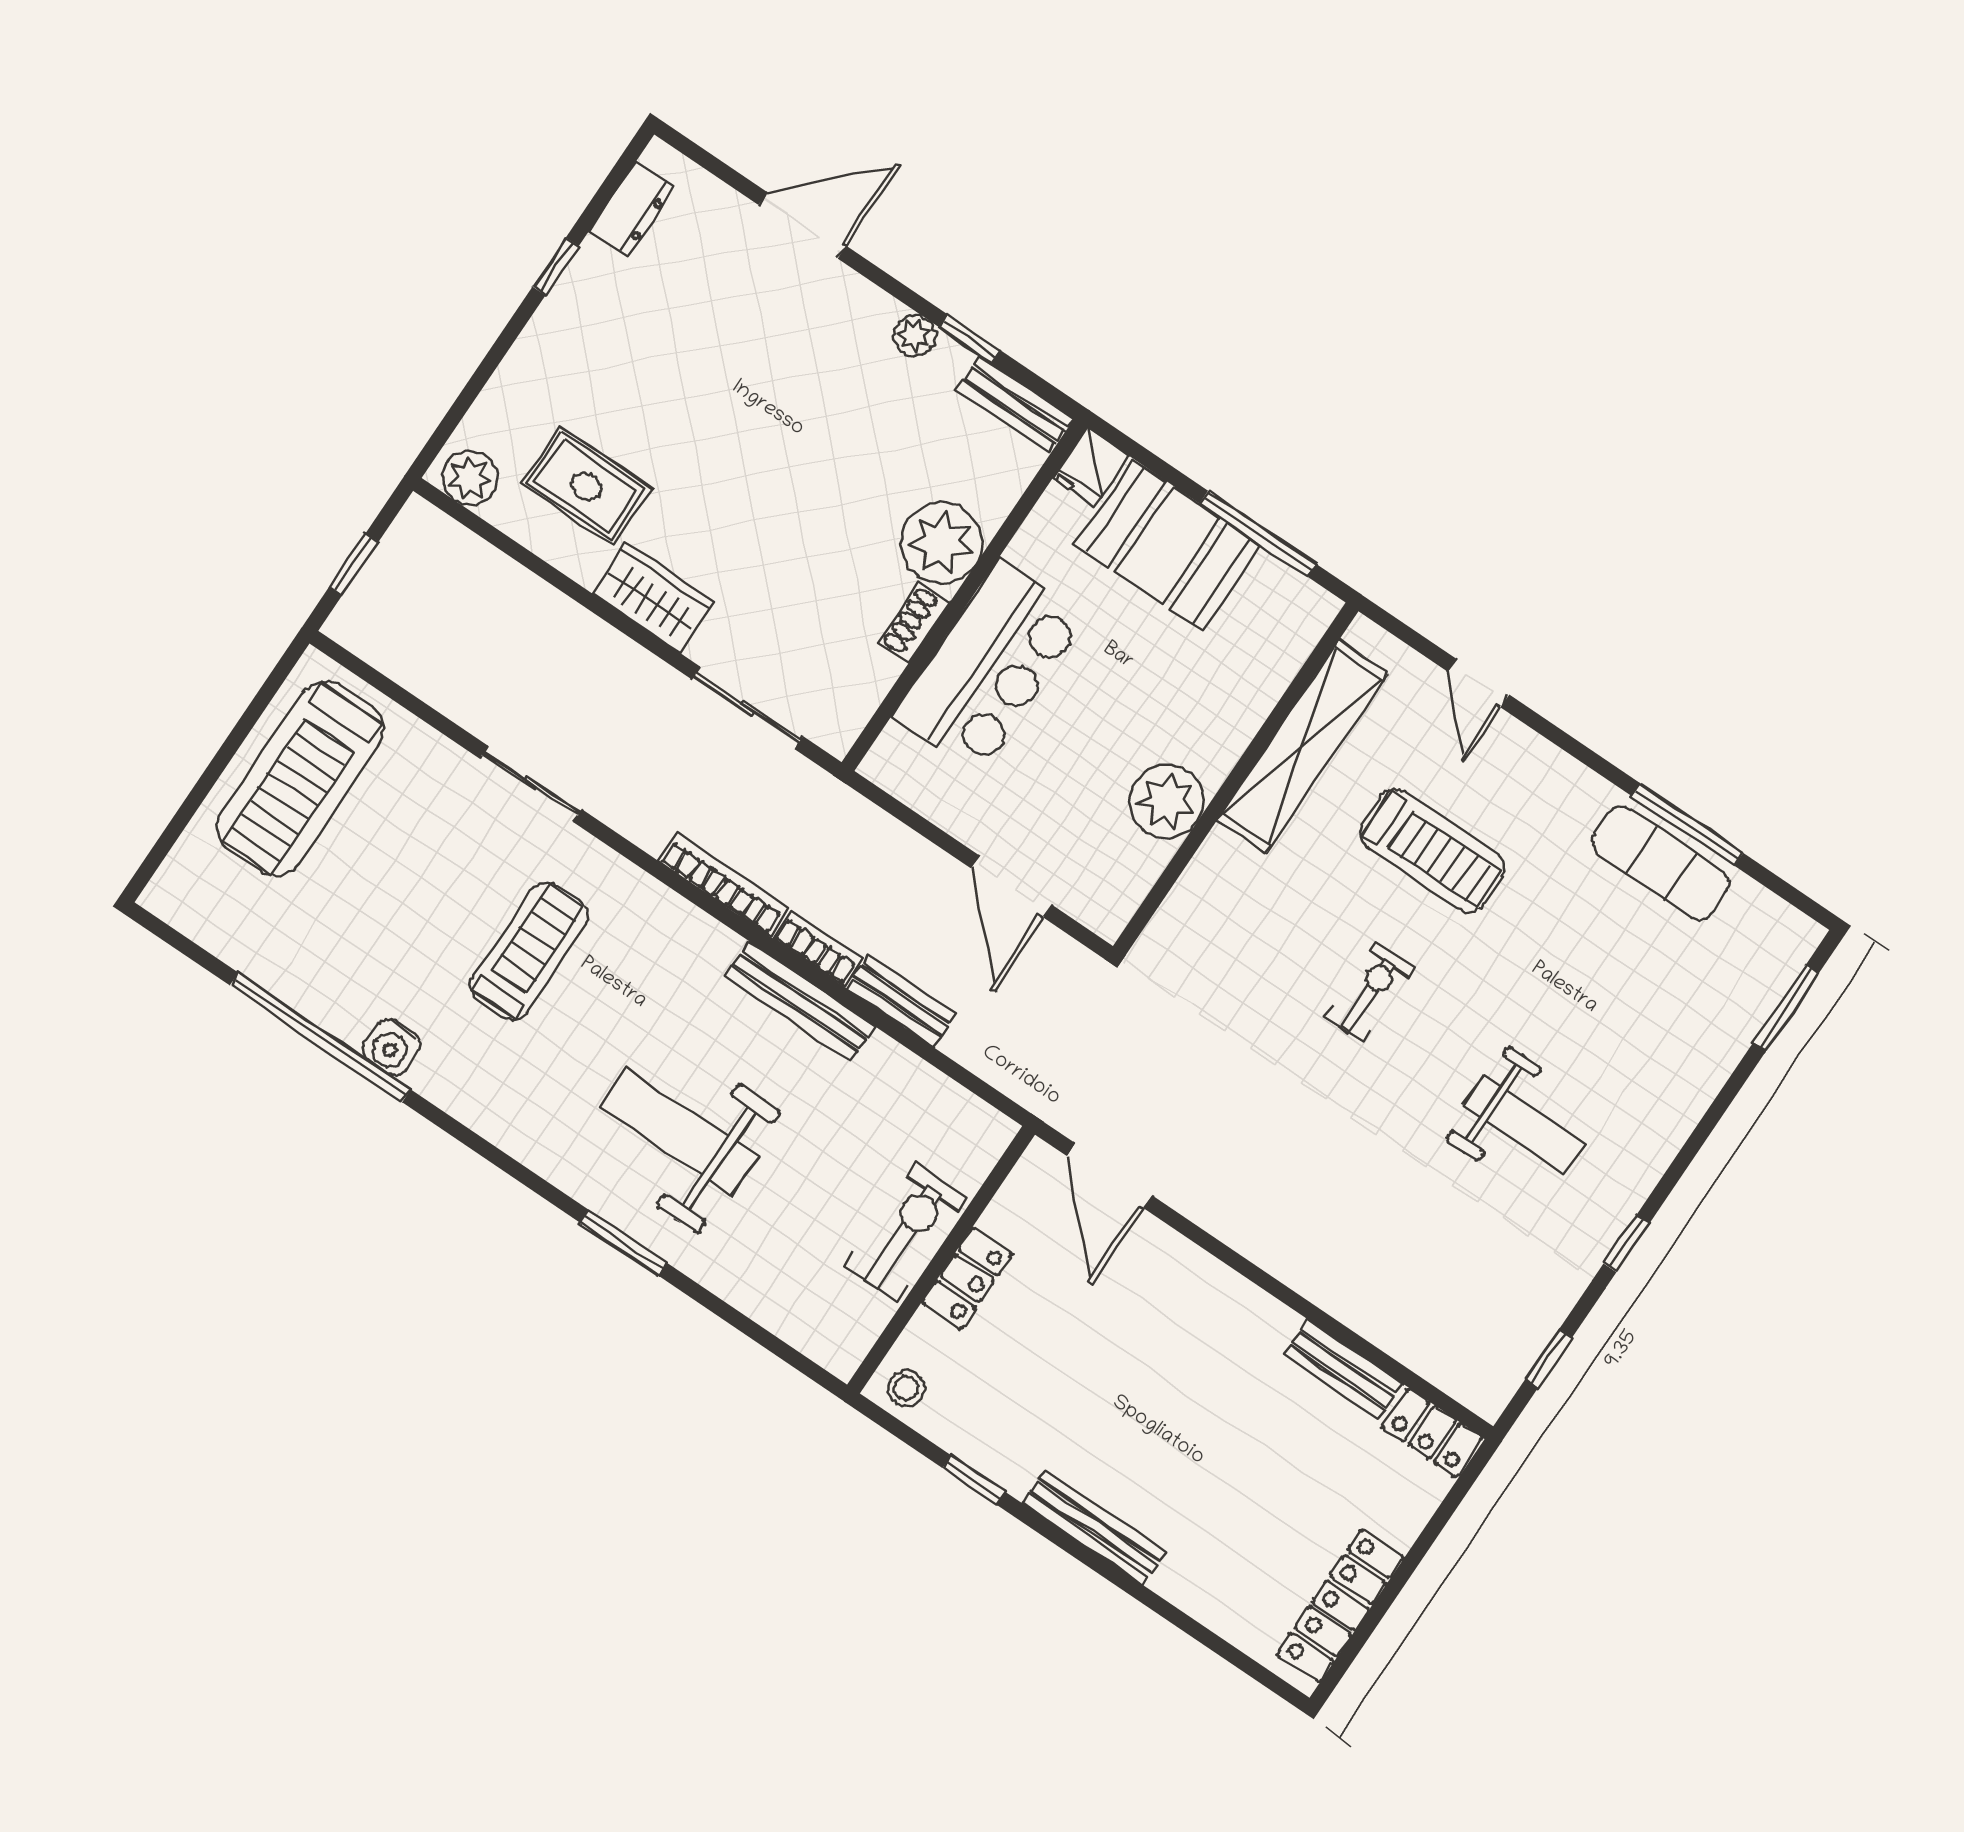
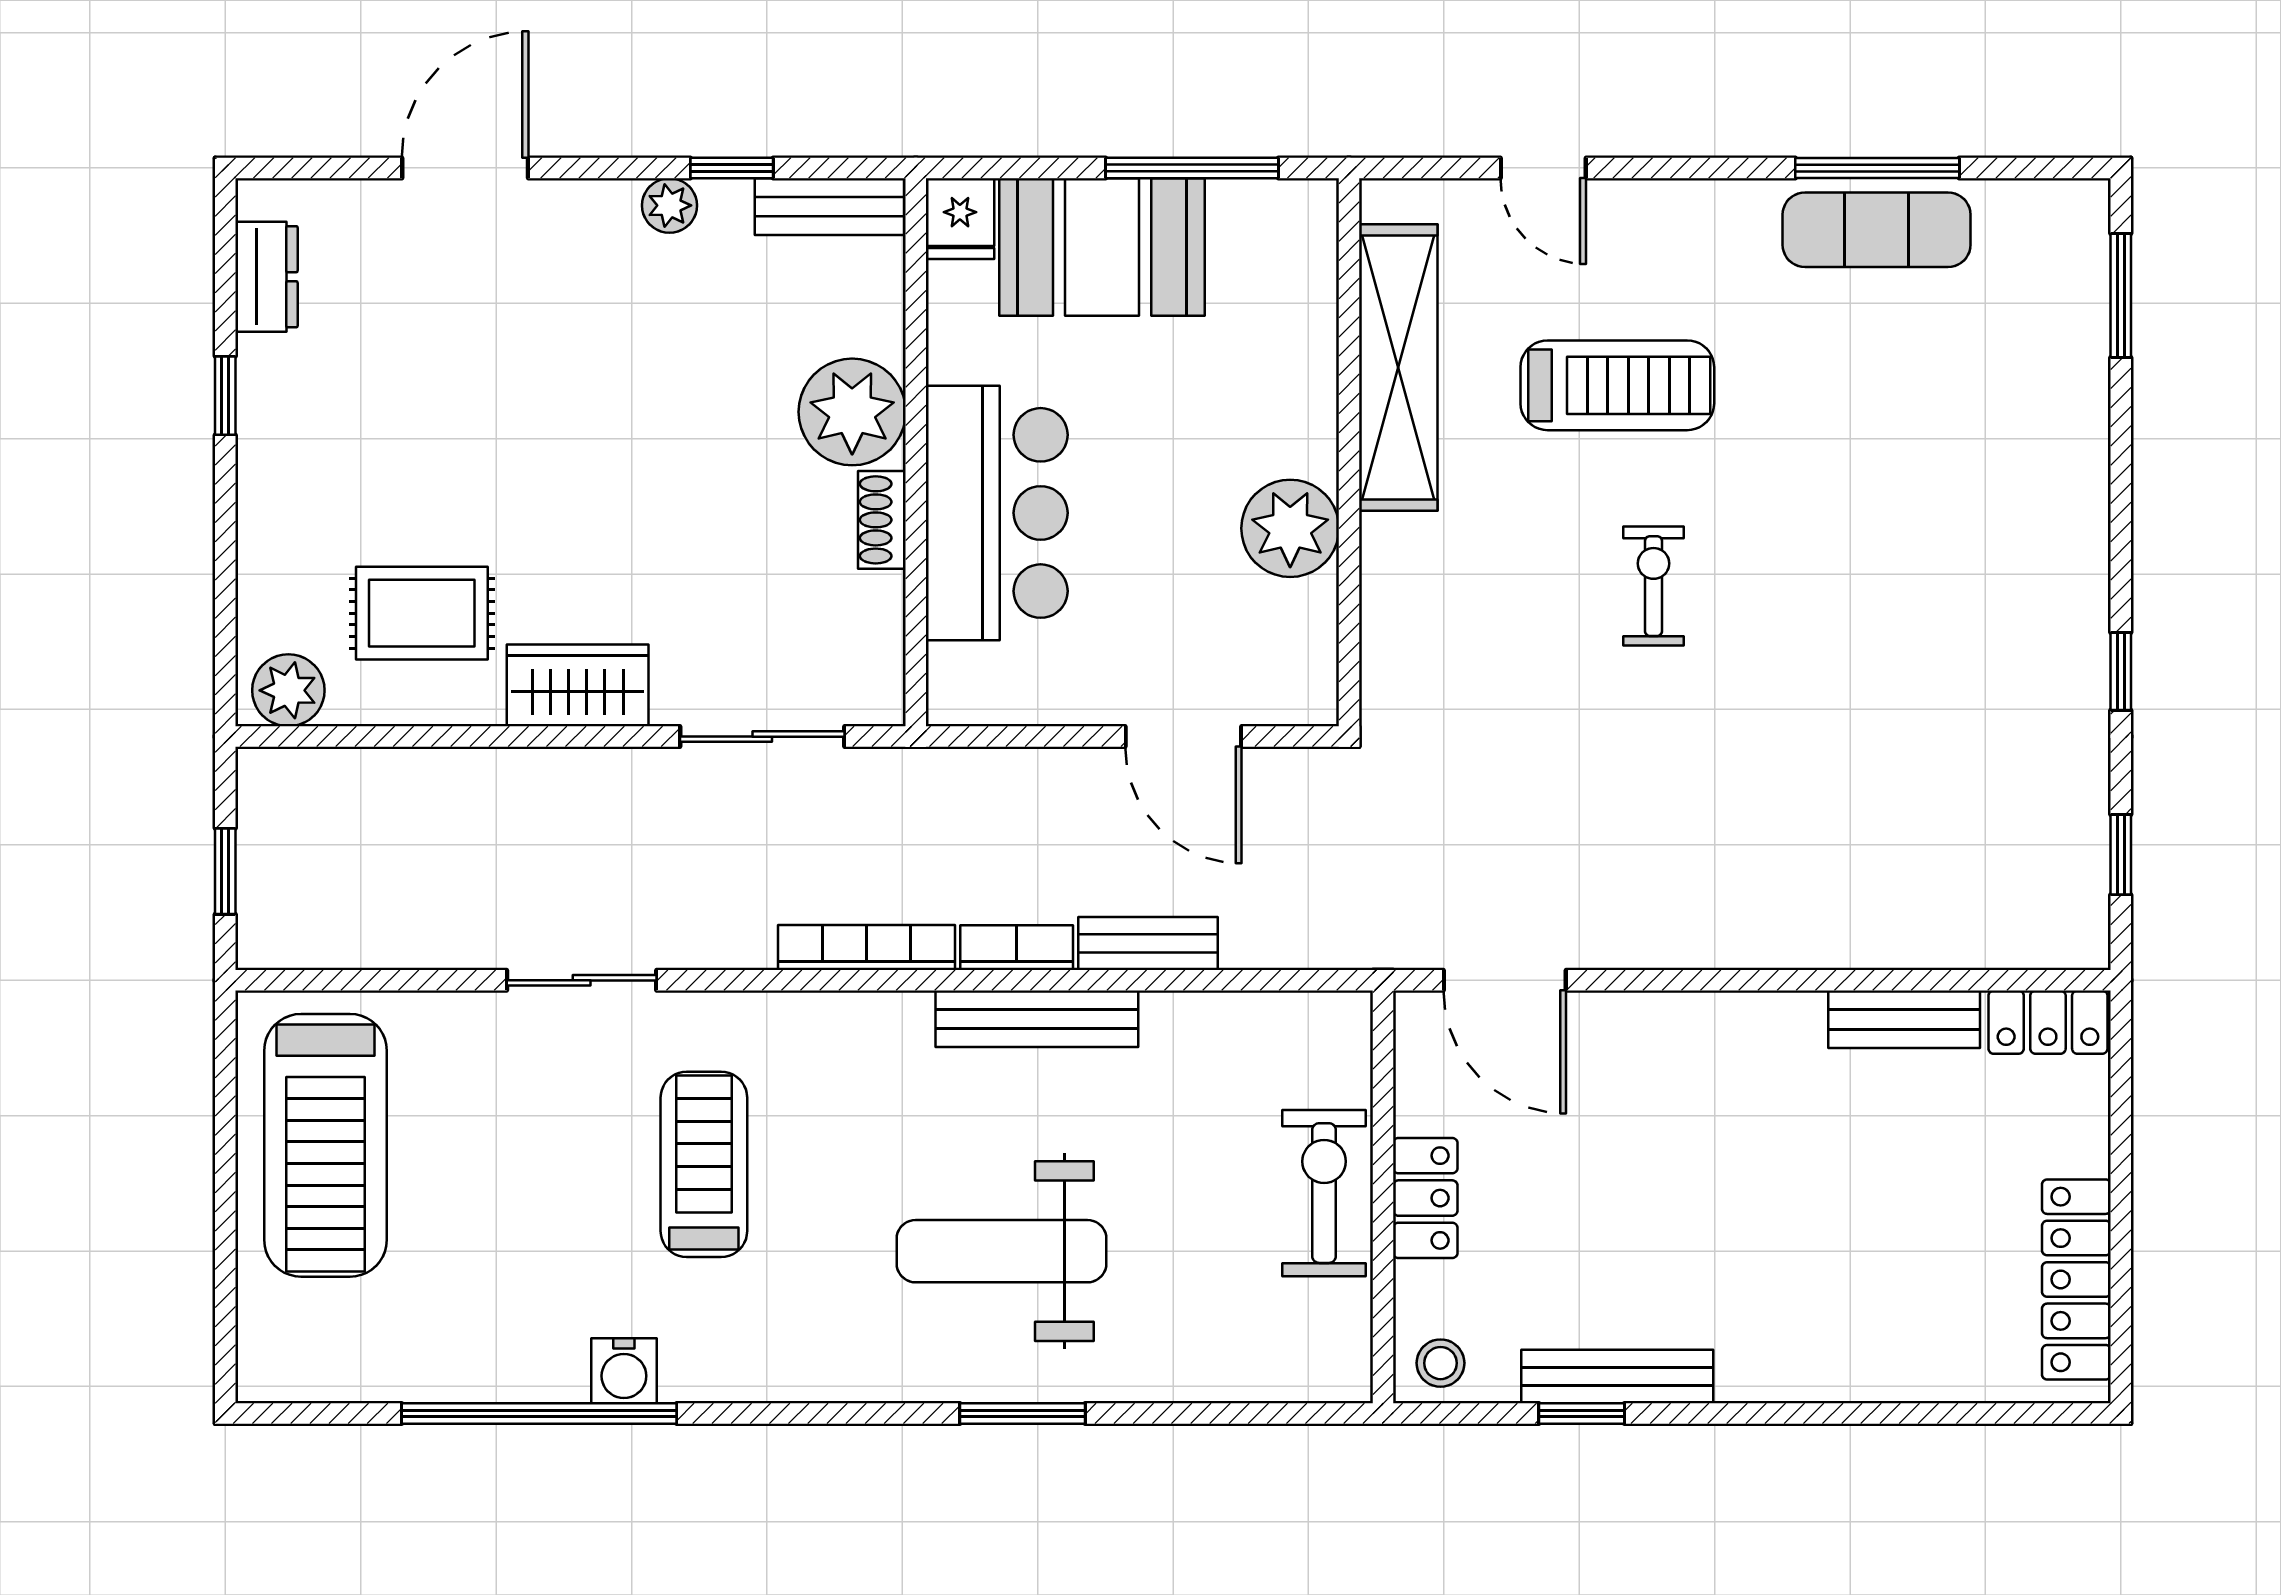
weight bench: (1524, 1124) -> (1921, 617), removed
bench: (1094, 1527) -> (1617, 1377), moved

